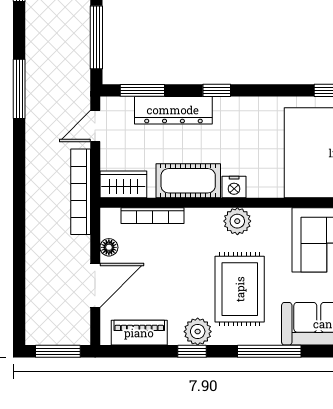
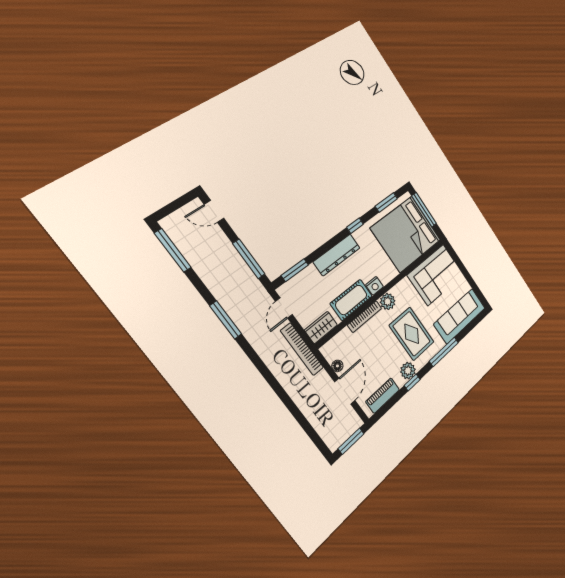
window: (217, 90) -> (355, 226), moved
dresser: (173, 110) -> (337, 255), moved
bookcase: (153, 216) -> (365, 317), moved

